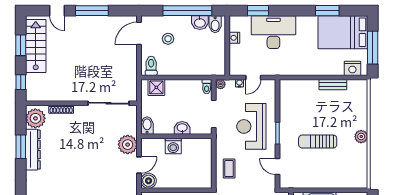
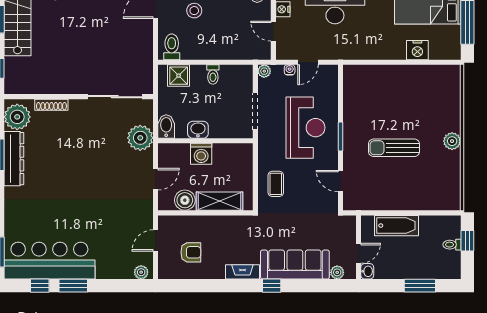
door: (227, 54) -> (273, 31), added
nightstand: (352, 68) -> (417, 50), moved
bench: (333, 85) -> (414, 72), removed
toilet: (207, 87) -> (213, 74), moved
reception desk: (251, 126) -> (305, 128), turned 180
washbasin: (182, 128) -> (198, 130), moved
plant: (128, 145) -> (140, 138), moved
boiler: (149, 181) -> (185, 200), moved
shelving: (187, 181) -> (220, 201), added

